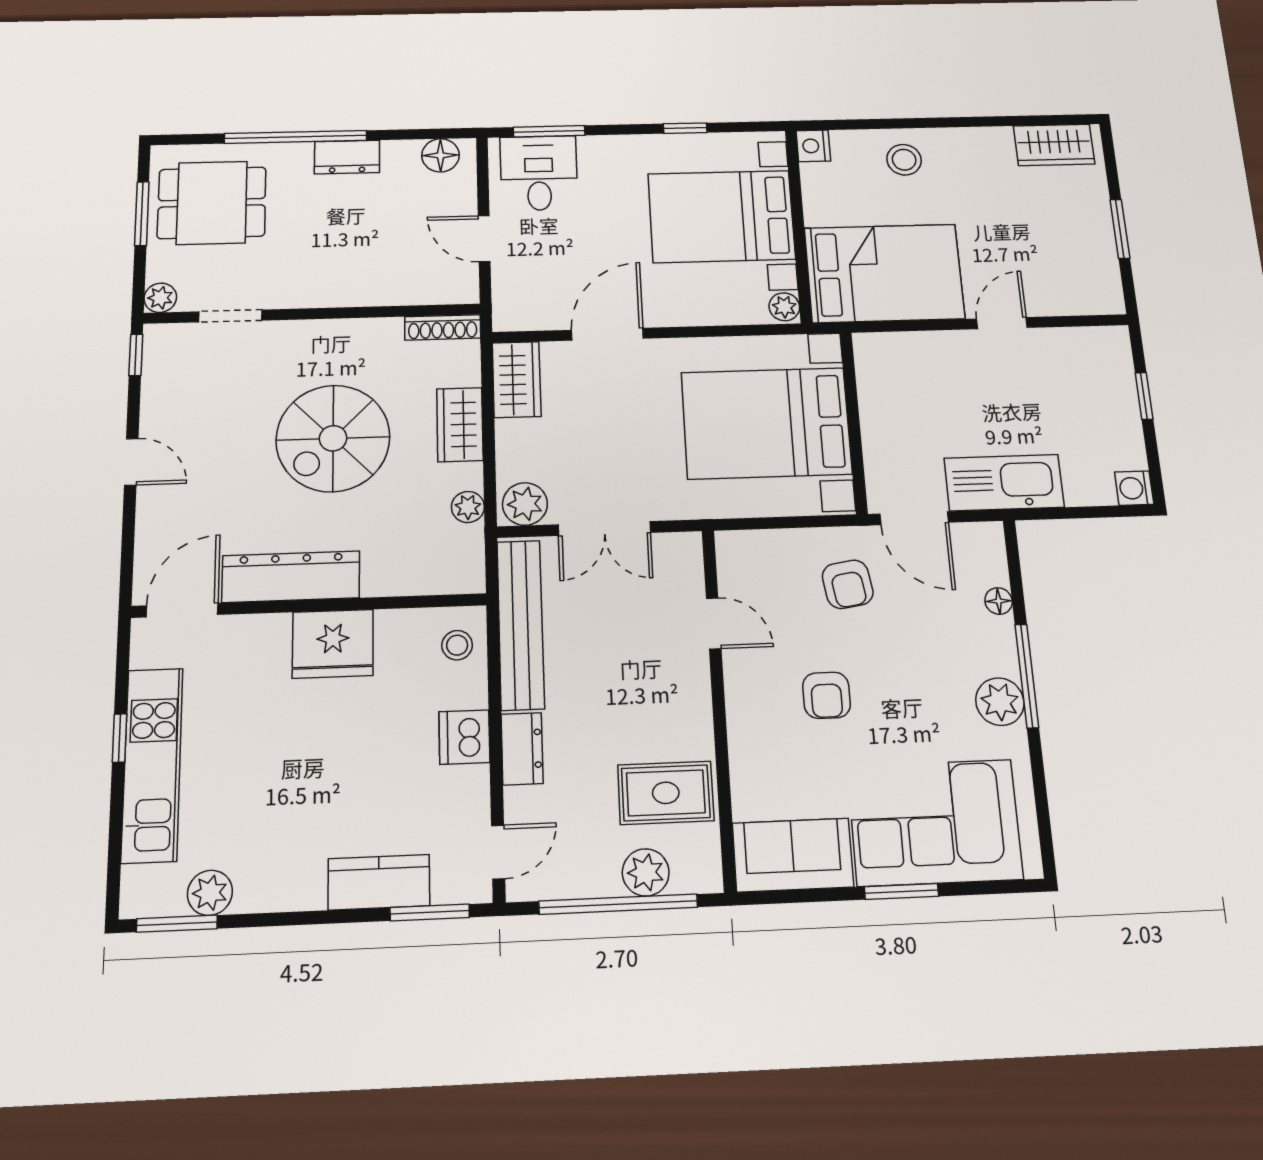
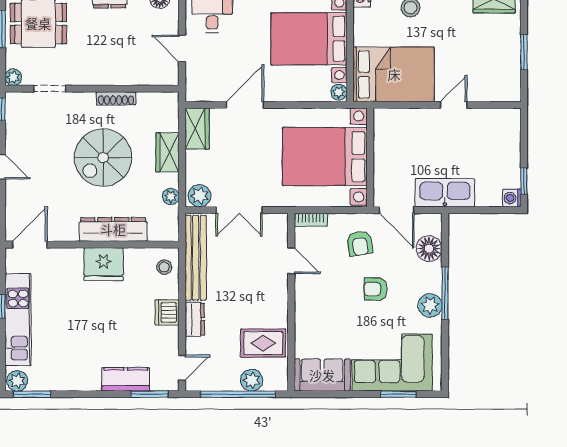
shoe rack: (443, 327) -> (116, 98), moved
window: (1144, 396) -> (524, 181), moved
bookcase: (747, 542) -> (311, 220), added
dresser: (291, 577) -> (113, 229), moved
floor lamp: (999, 601) -> (429, 249), width x1.89, depth x1.89
armchair: (826, 695) -> (376, 289), moved, turned 90
window: (901, 892) -> (398, 394), moved
plant: (210, 893) -> (17, 381), moved

